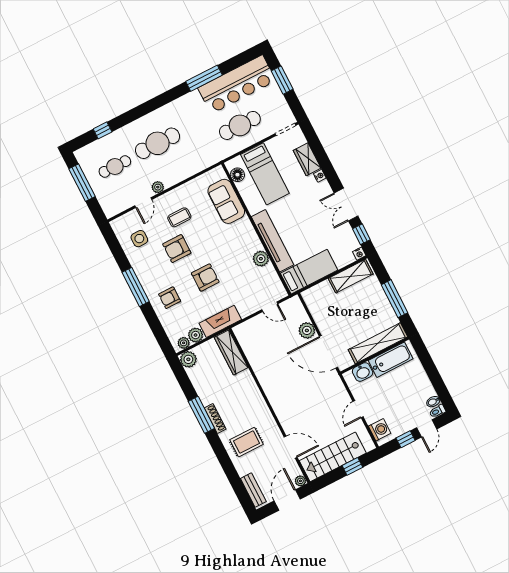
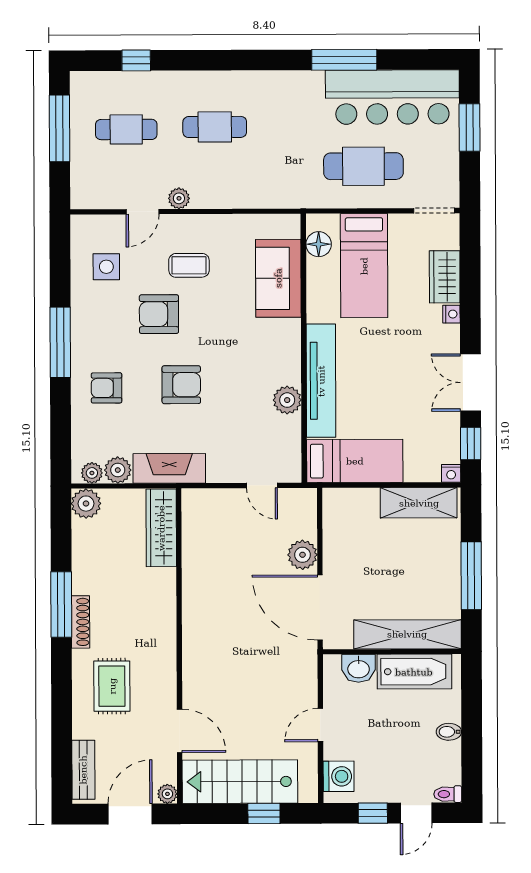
cafe table: (157, 143) -> (215, 127), width x0.73, depth x0.74
bidet: (433, 402) -> (449, 732), moved
rug: (246, 442) -> (112, 686), turned 90

